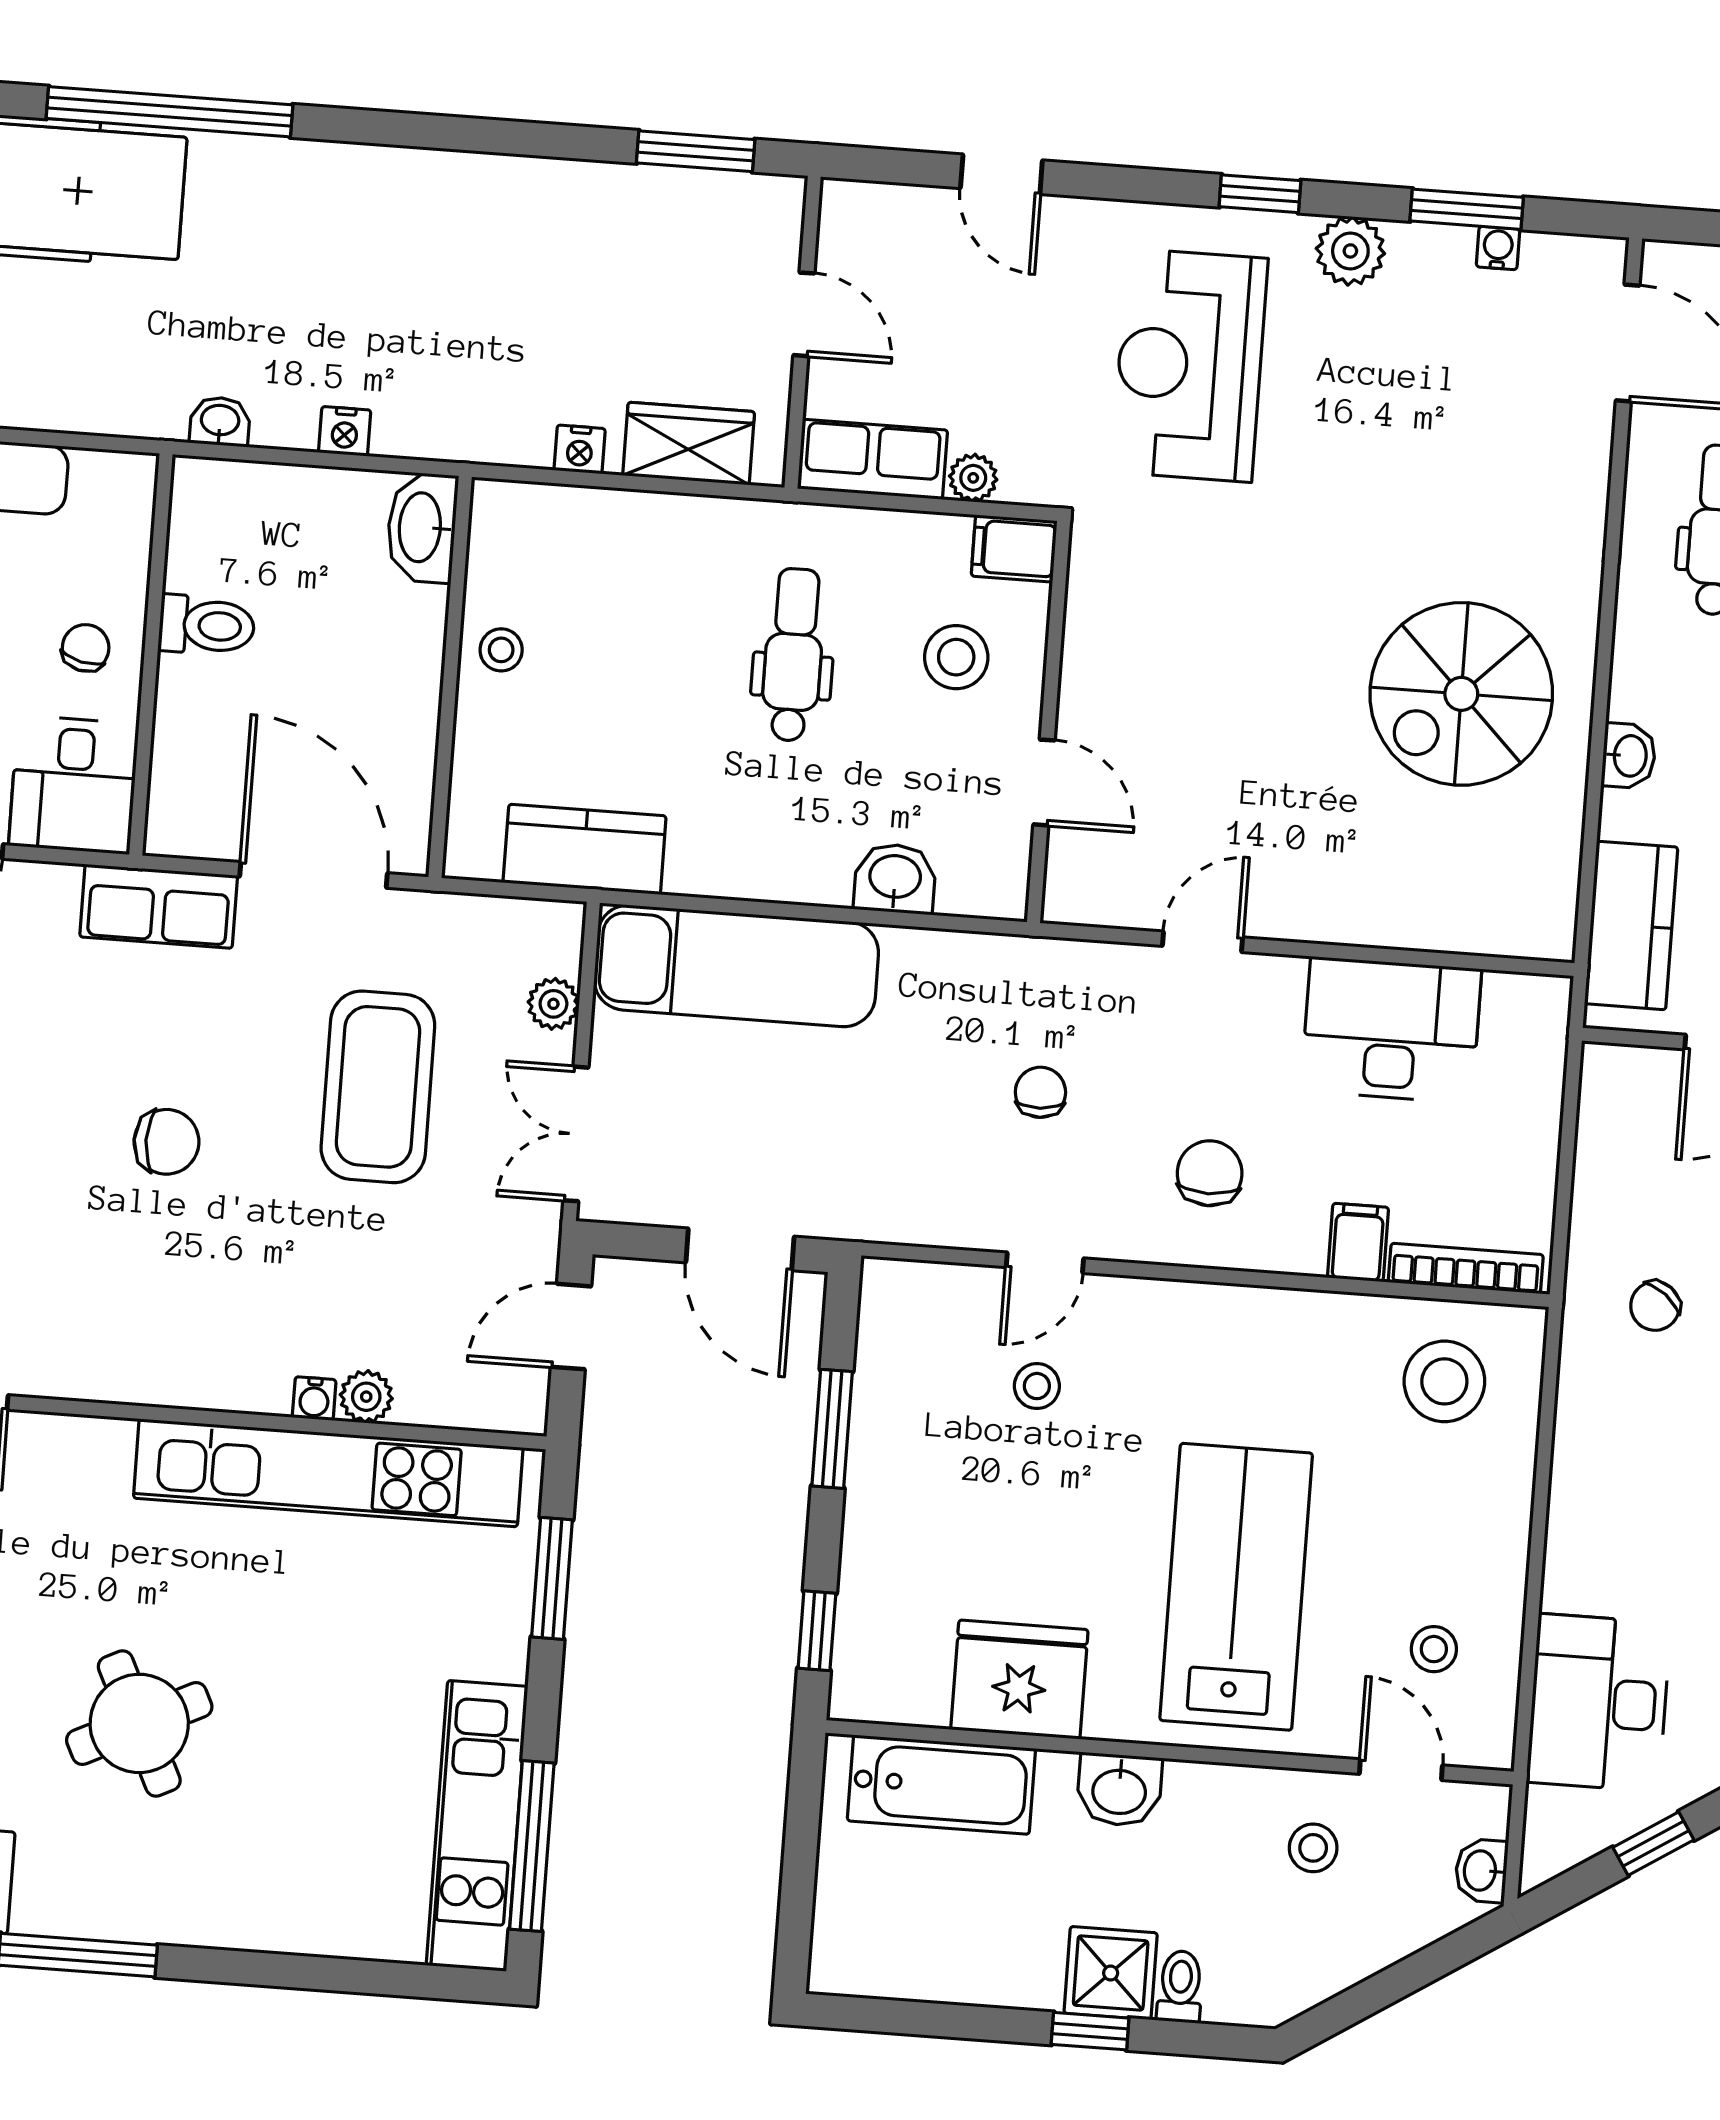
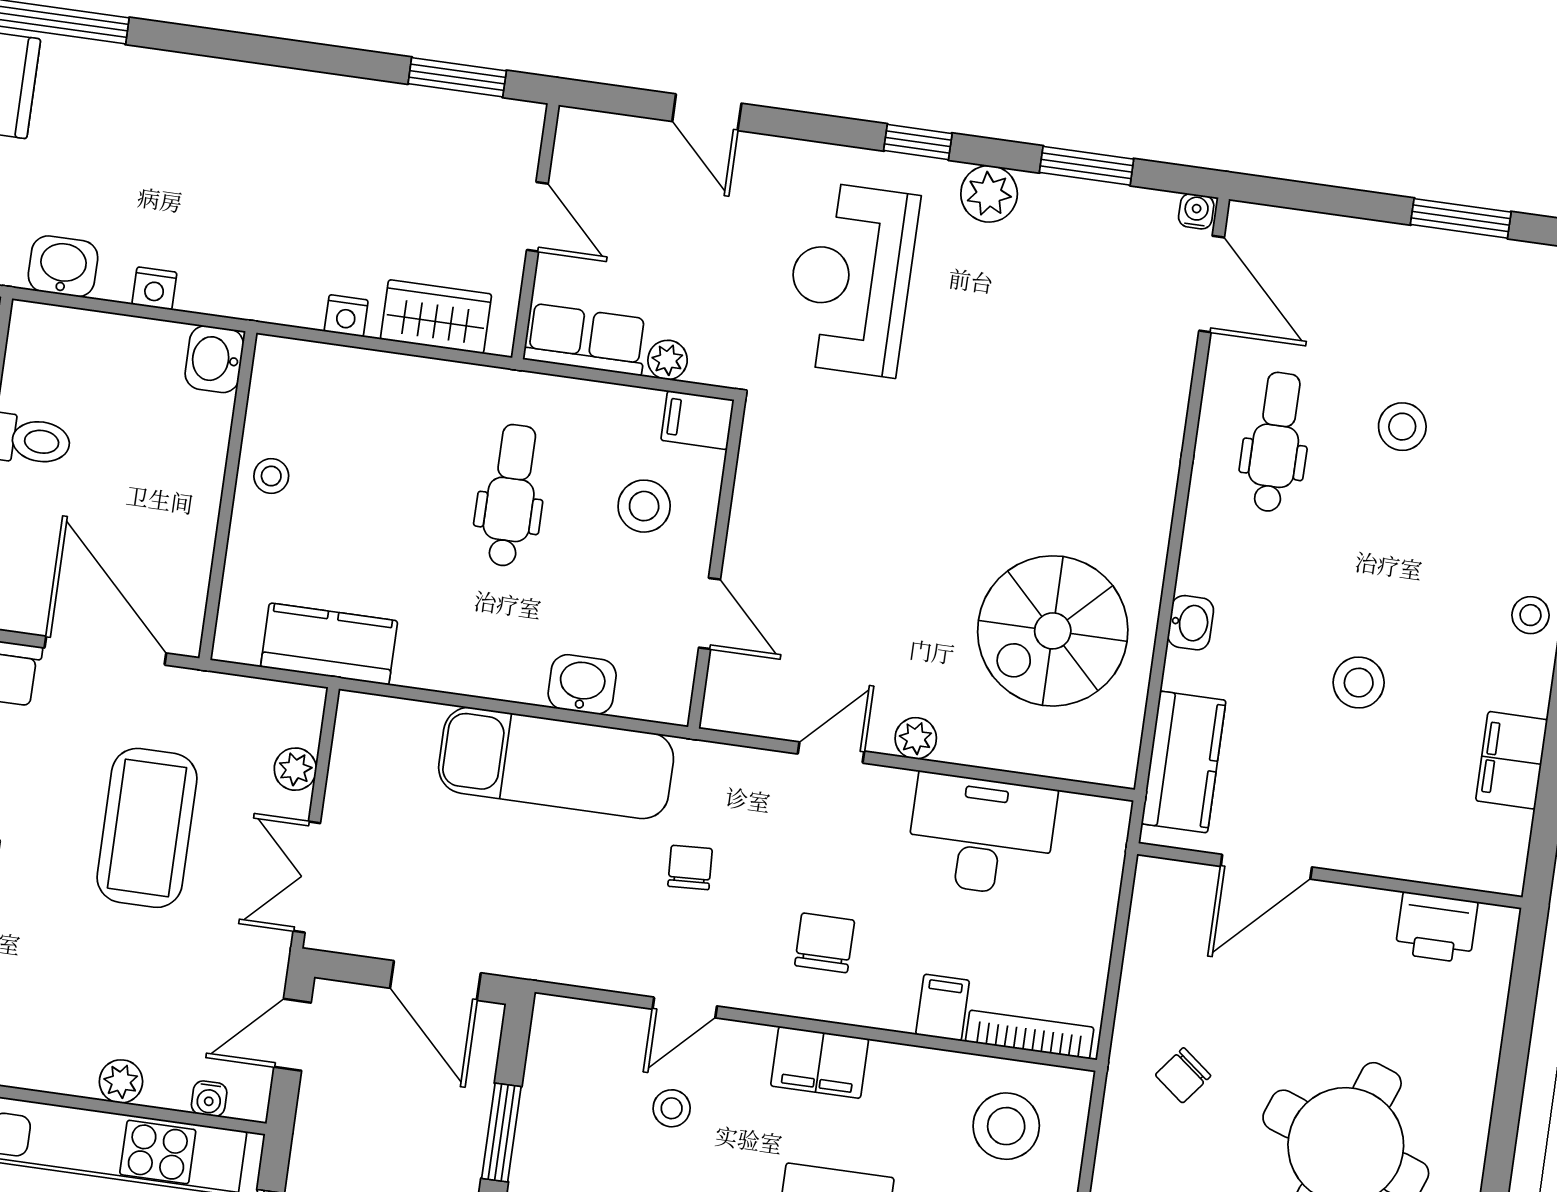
water cooler: (1498, 248) -> (1196, 211), moved
washbasin: (220, 421) -> (63, 266), width x1.38, depth x1.45
washbasin: (422, 527) -> (214, 359), width x0.72
spiral stairs: (1461, 694) -> (1053, 631), moved
plant: (1304, 918) -> (916, 738), added
exam couch: (736, 966) -> (556, 763), moved
filing cabinet: (1213, 1319) -> (820, 1062), added
water cooler: (314, 1399) -> (209, 1099), moved

